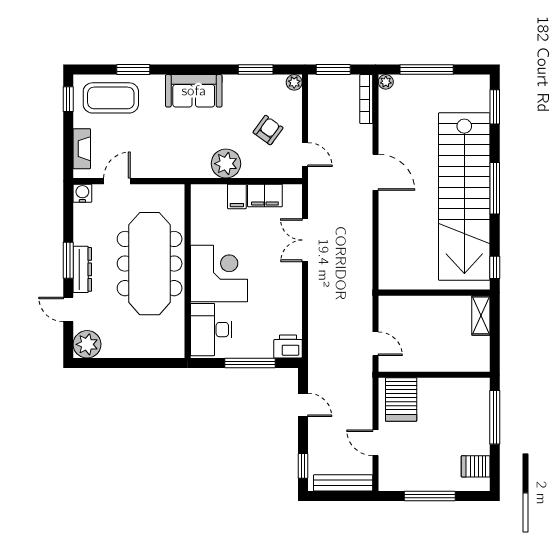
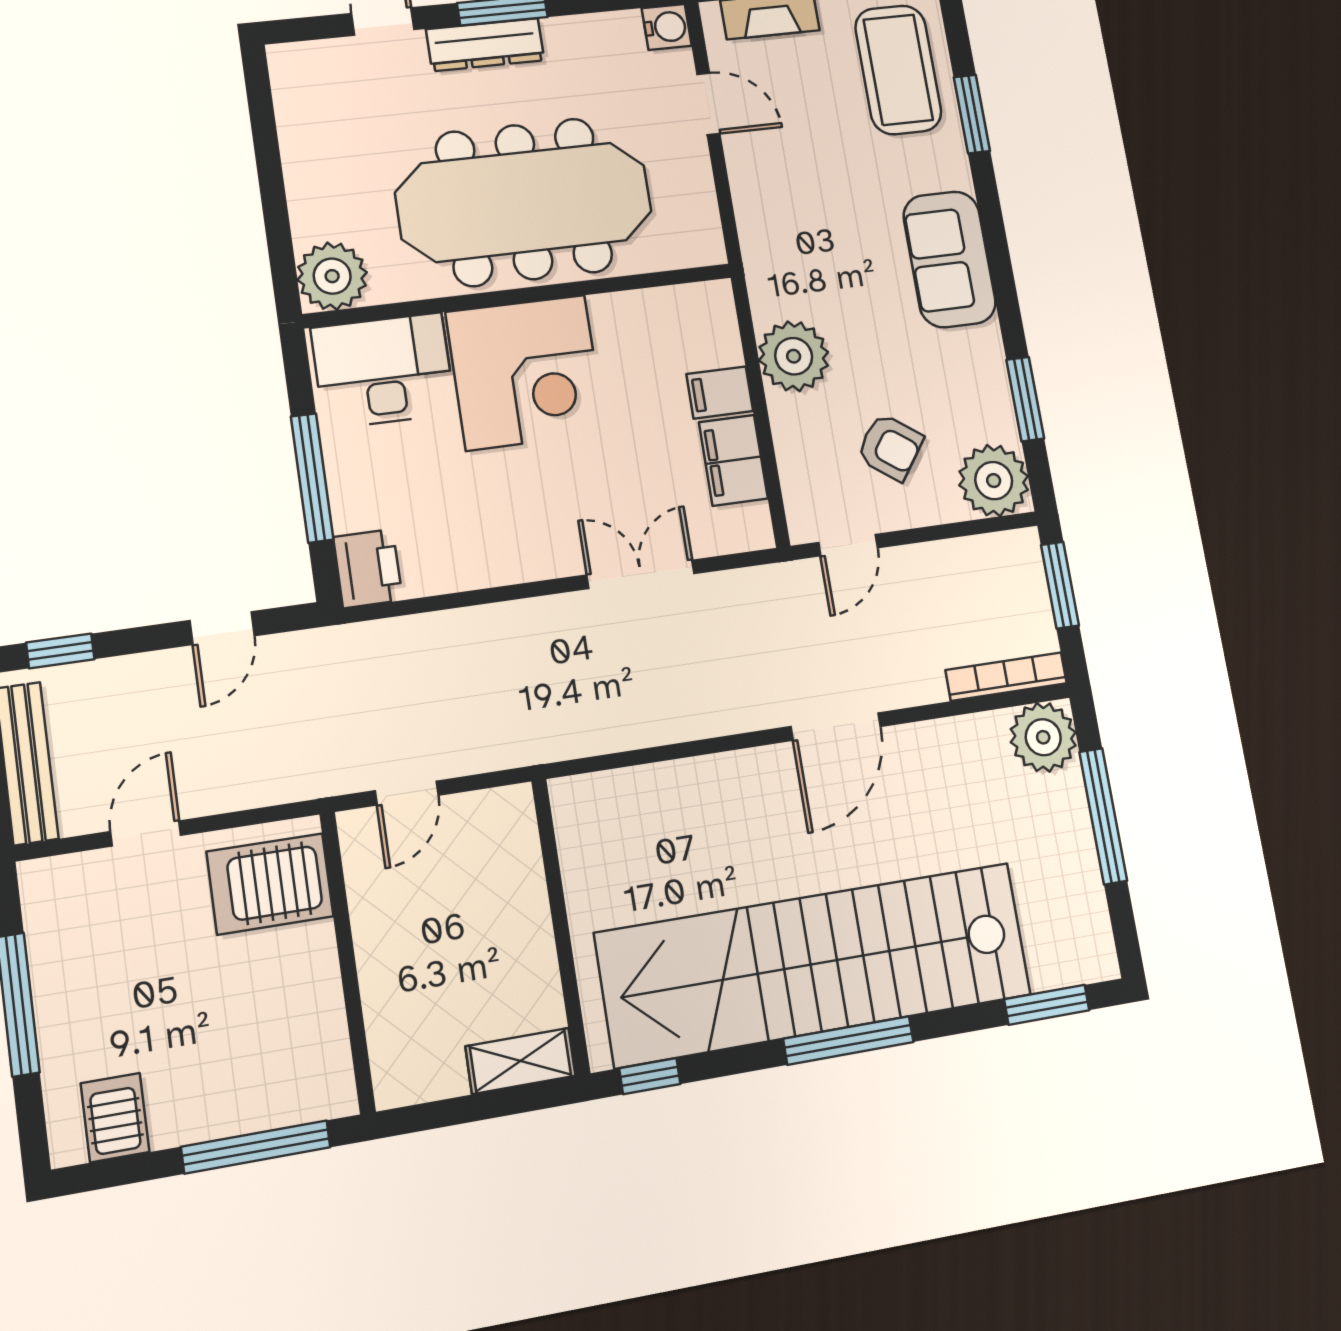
plant: (294, 82) -> (994, 481), width x1.87, depth x1.87
plant: (386, 82) -> (1043, 737), width x1.87, depth x1.87
plant: (87, 344) -> (332, 276), moved

